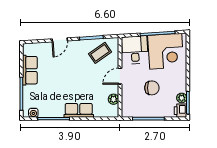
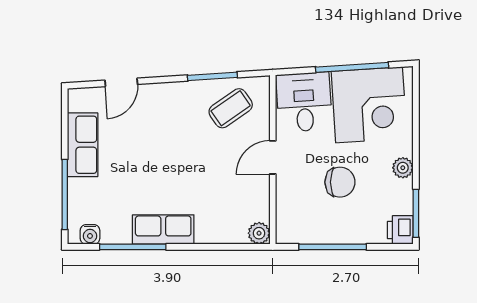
door: (60, 40) -> (121, 82), moved
plant: (182, 98) -> (403, 168), moved
plant: (113, 99) -> (259, 233), moved
row of seats: (79, 110) -> (163, 229), moved

